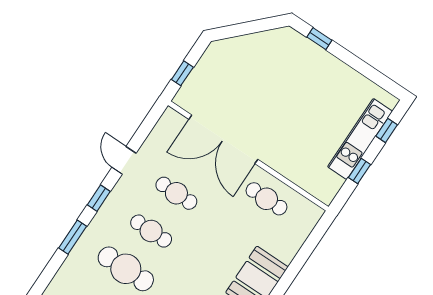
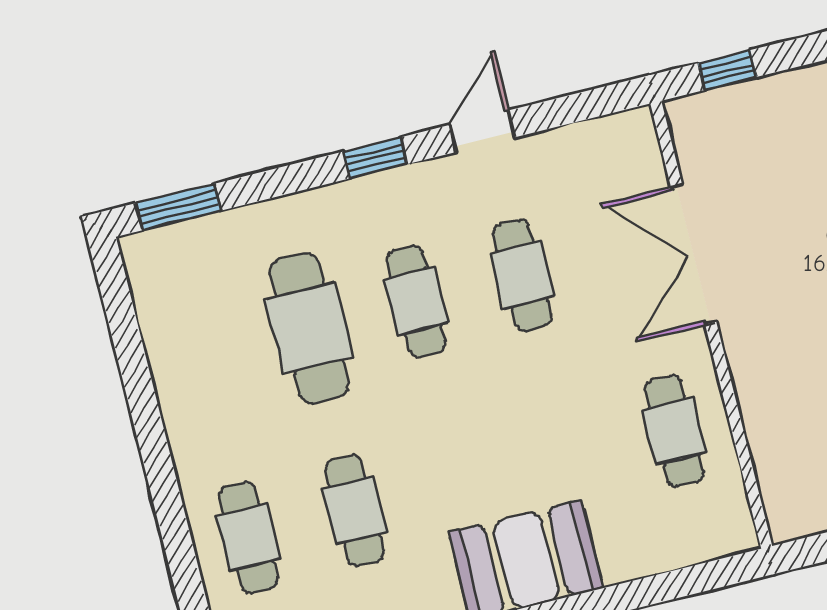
double door: (223, 139) -> (694, 255), width x0.73
window: (73, 237) -> (178, 207), moved

